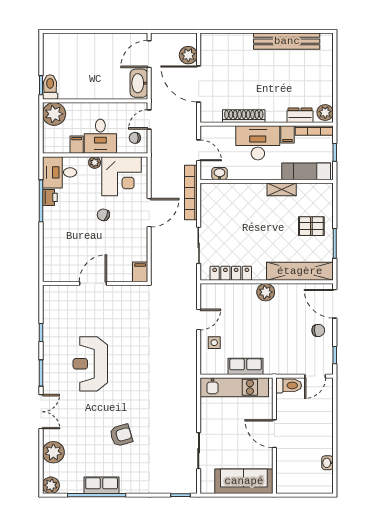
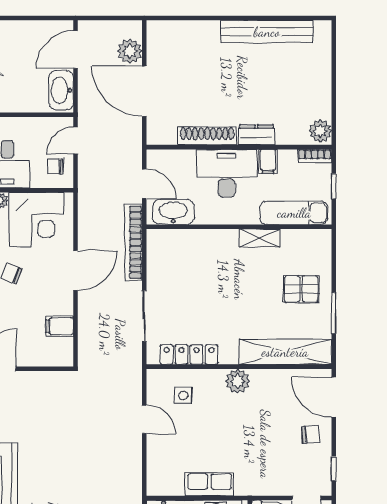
dresser: (300, 115) -> (256, 135), moved
bookcase: (314, 131) -> (315, 156), width x0.64
washbasin: (219, 174) -> (173, 212), width x1.91, depth x1.45
filing cabinet: (140, 272) -> (60, 326), moved, turned -90
door: (199, 320) -> (144, 419), hinge flipped
side table: (214, 343) -> (183, 396), moved

